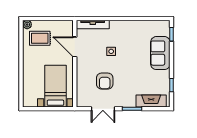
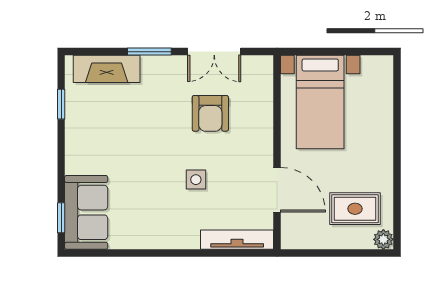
sofa: (160, 53) -> (86, 212), moved
armchair: (105, 81) -> (210, 113), turned 180
double door: (103, 109) -> (214, 52), swing flipped

